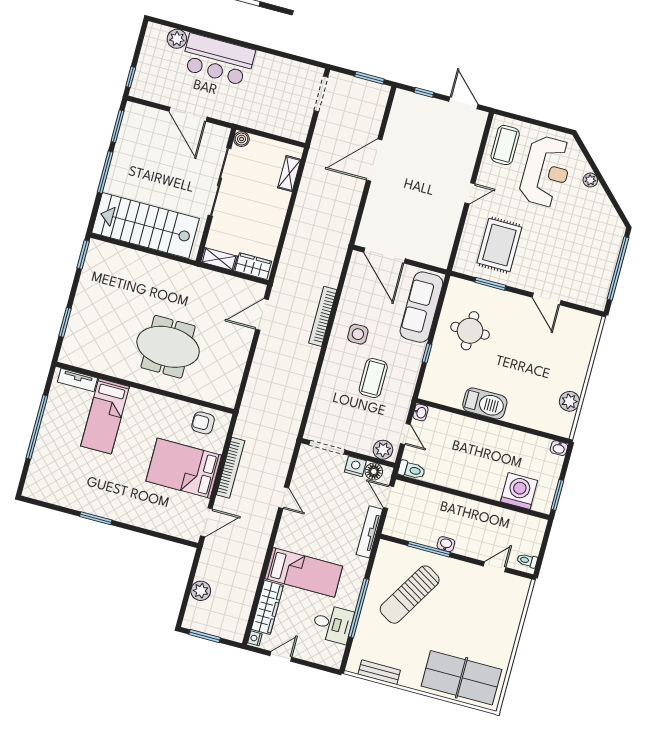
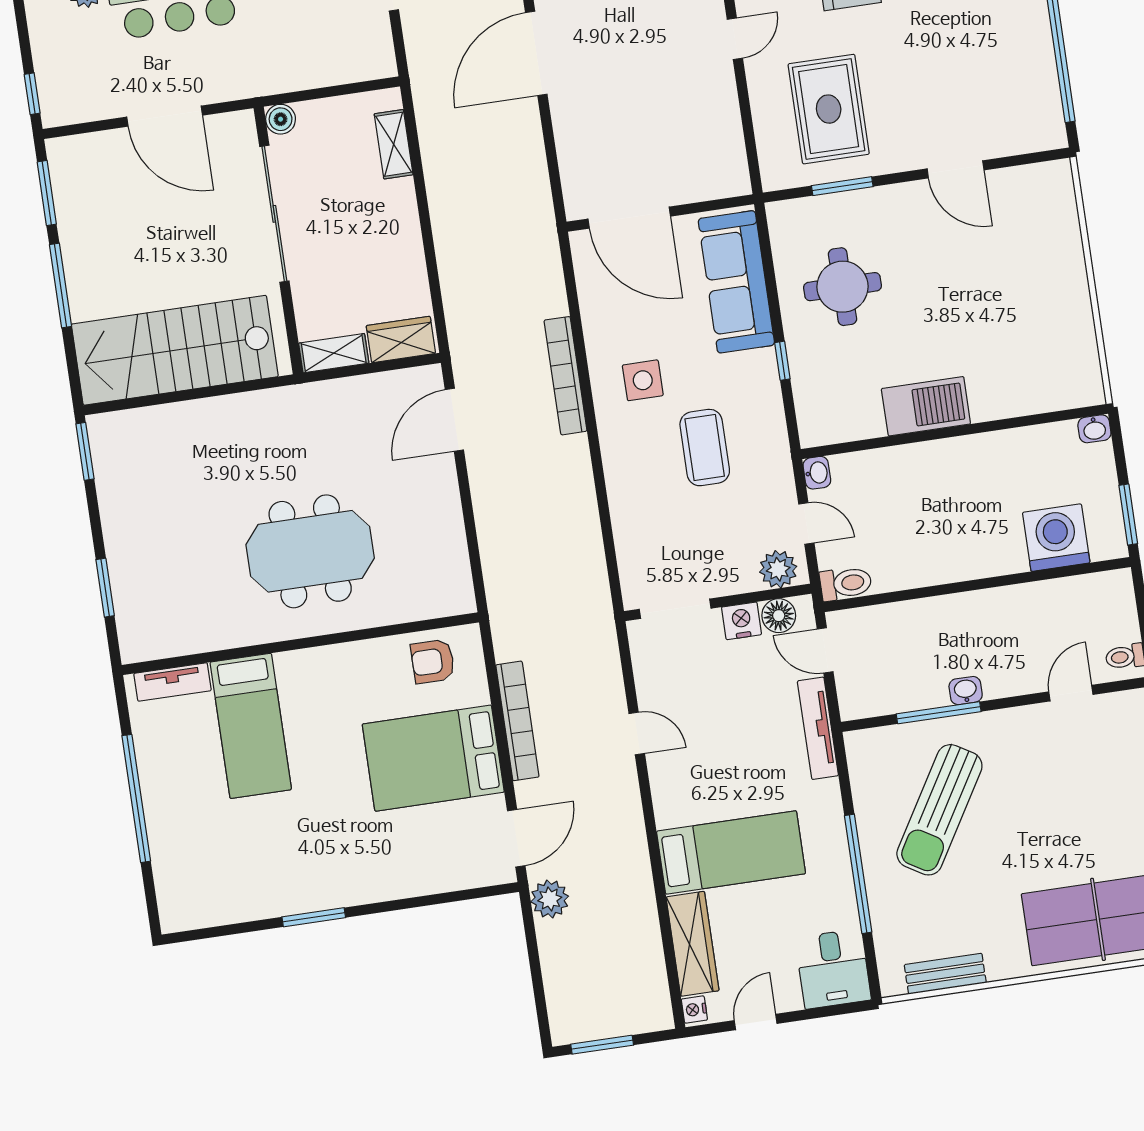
plant: (569, 401) -> (1077, 336), removed
plant: (201, 591) -> (550, 899), moved
desk: (333, 624) -> (833, 969), moved, turned 90

